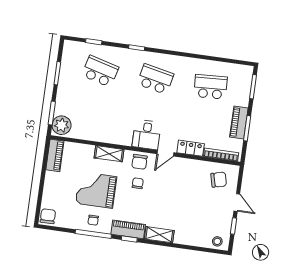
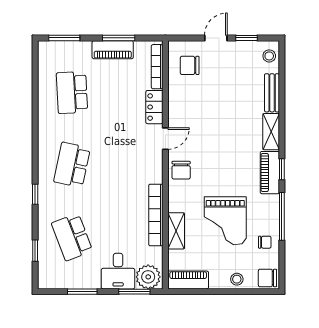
school desk: (100, 71) -> (72, 237), turned -36
desk: (147, 135) -> (118, 271), moved, turned 90
bookcase: (108, 138) -> (156, 215), added
door: (165, 153) -> (165, 139), hinge flipped
shelving: (109, 154) -> (176, 231), moved
chair: (139, 162) -> (181, 170), turned 90
chair: (219, 180) -> (190, 65), turned -76
chair: (138, 183) -> (209, 169), removed
stool: (50, 193) -> (237, 279), added
chair: (93, 220) -> (265, 242), moved
bench: (189, 240) -> (272, 93), added

